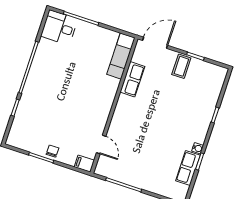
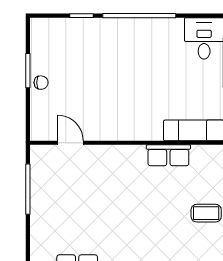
door: (101, 145) -> (71, 143), swing flipped
filing cabinet: (84, 164) -> (39, 129), removed

